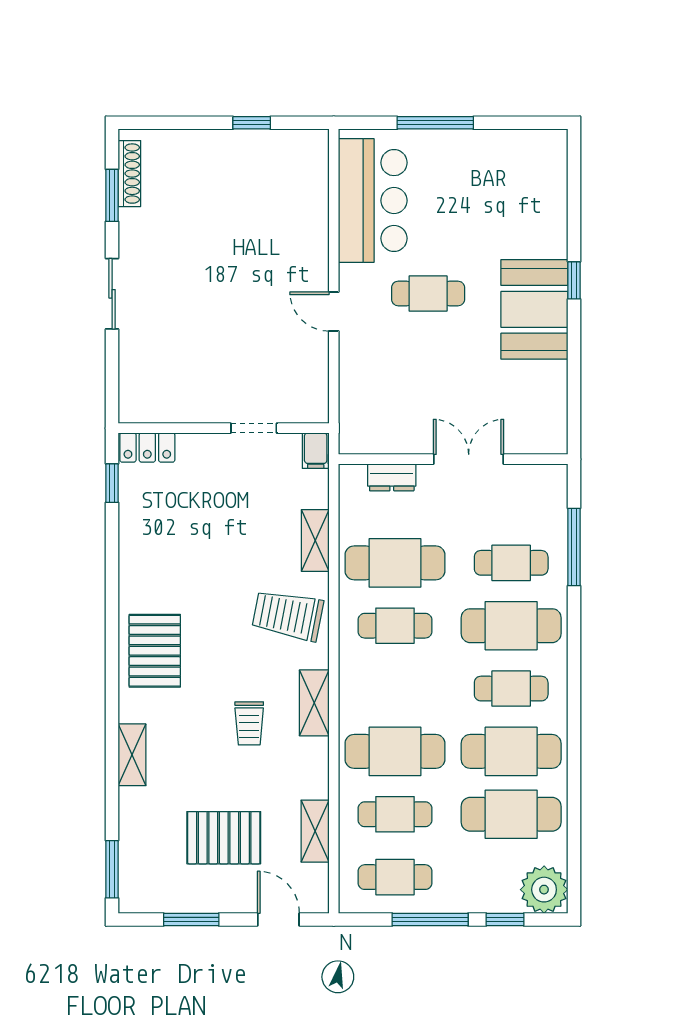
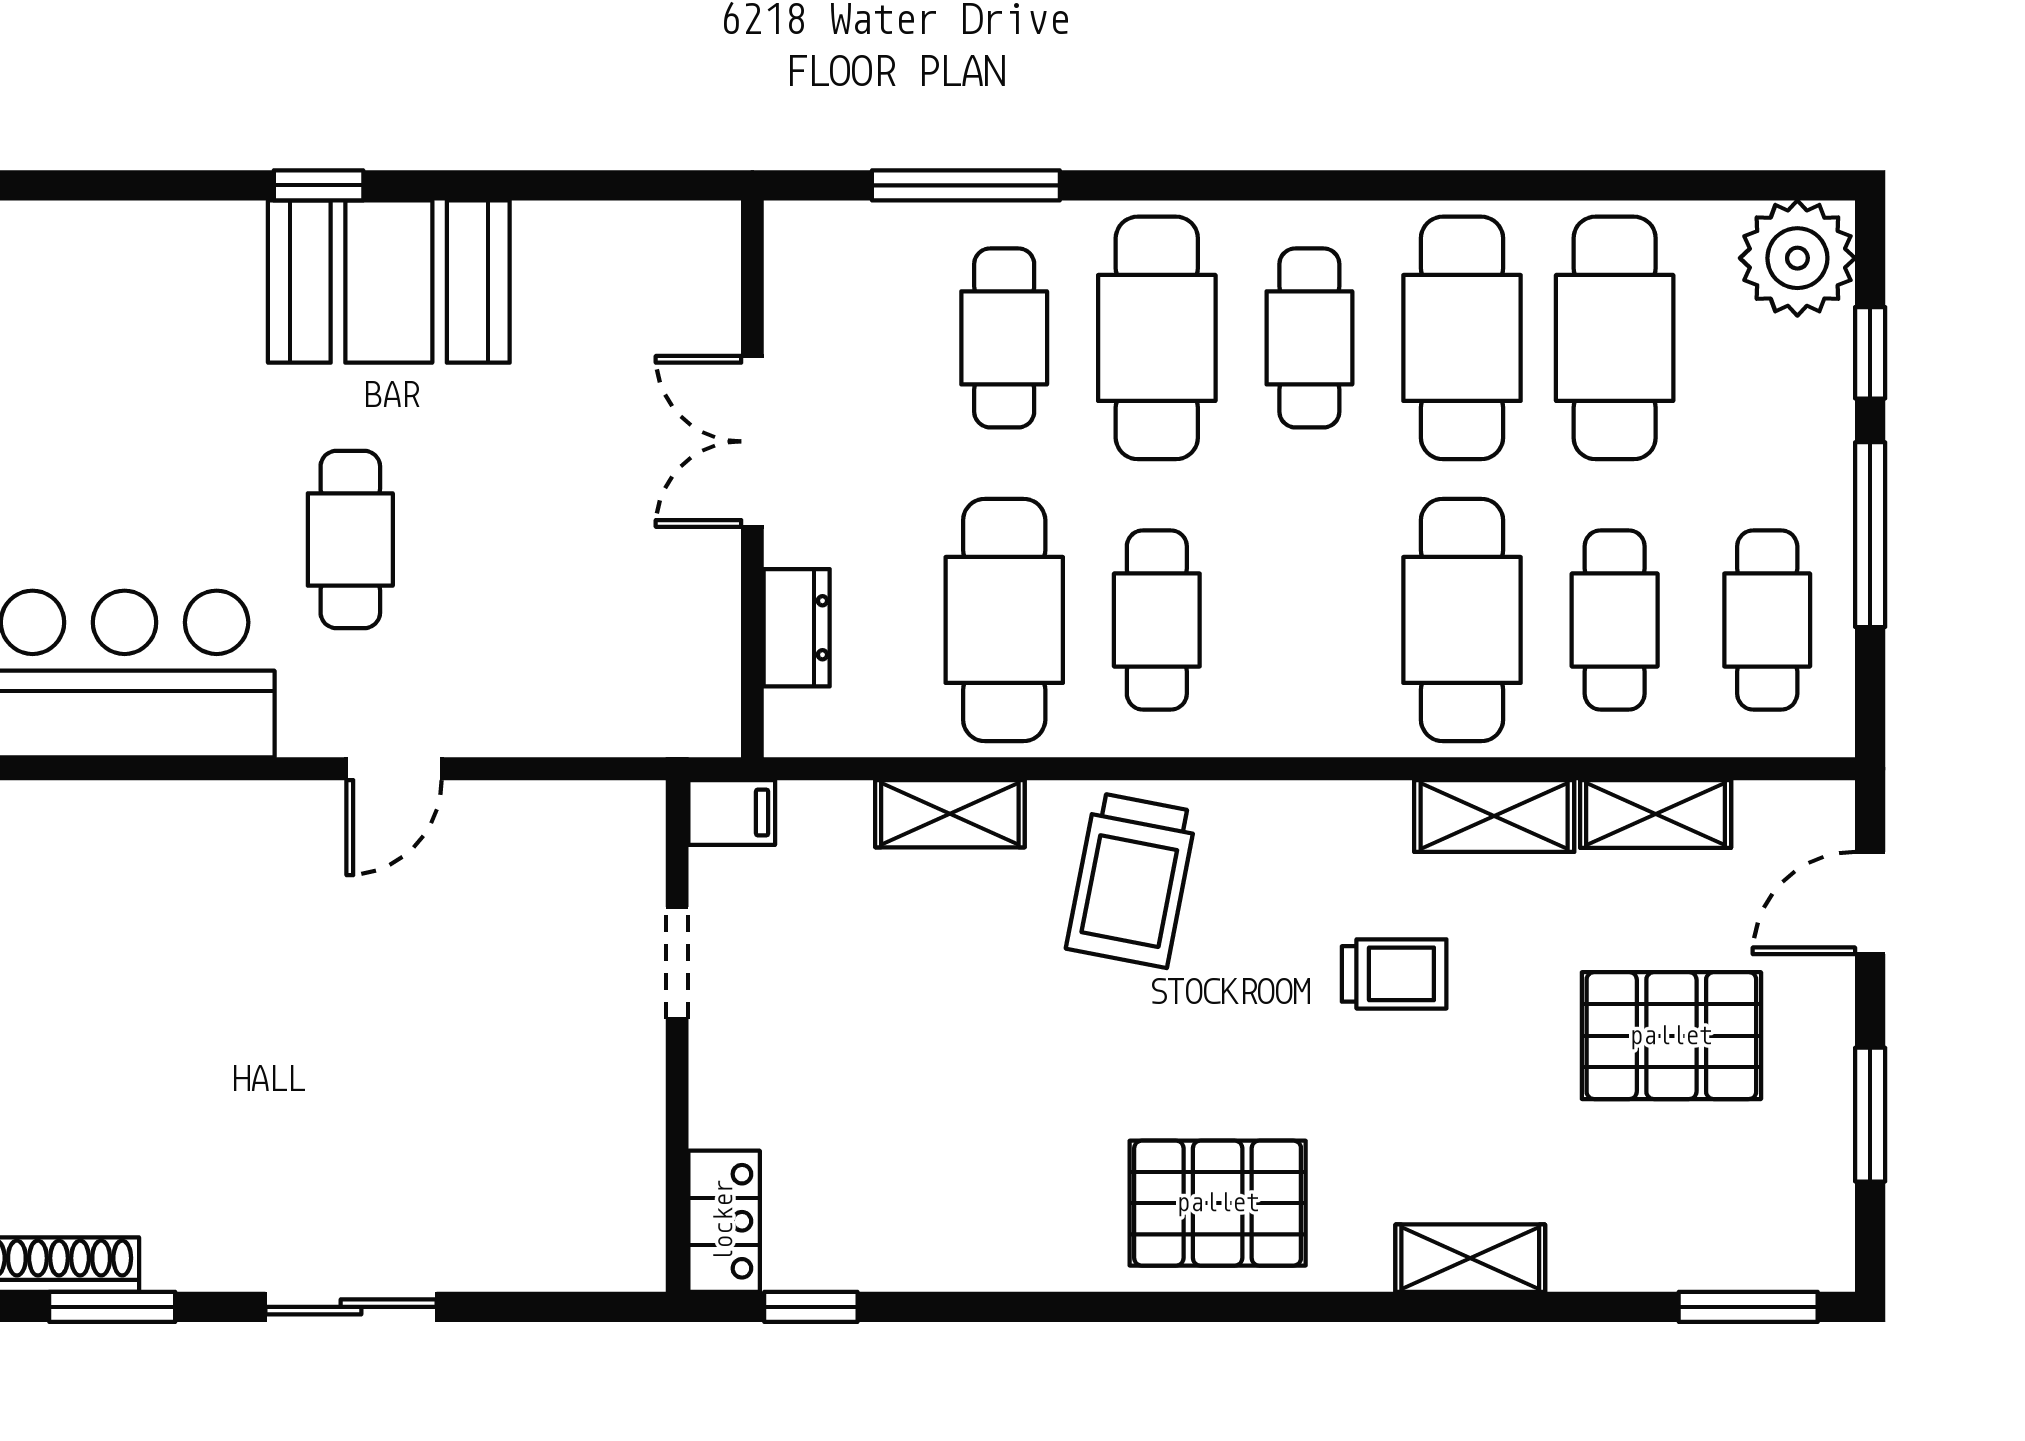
shelving: (314, 703) -> (1494, 816), moved
pallet: (224, 838) -> (1671, 1036), turned 90

